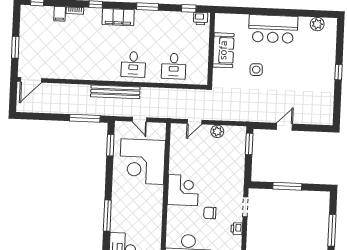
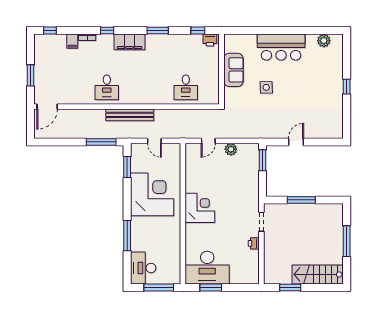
desk: (133, 64) -> (107, 87), moved
corner desk: (142, 162) -> (152, 194), moved, turned 180
chair: (210, 213) -> (227, 229), removed

